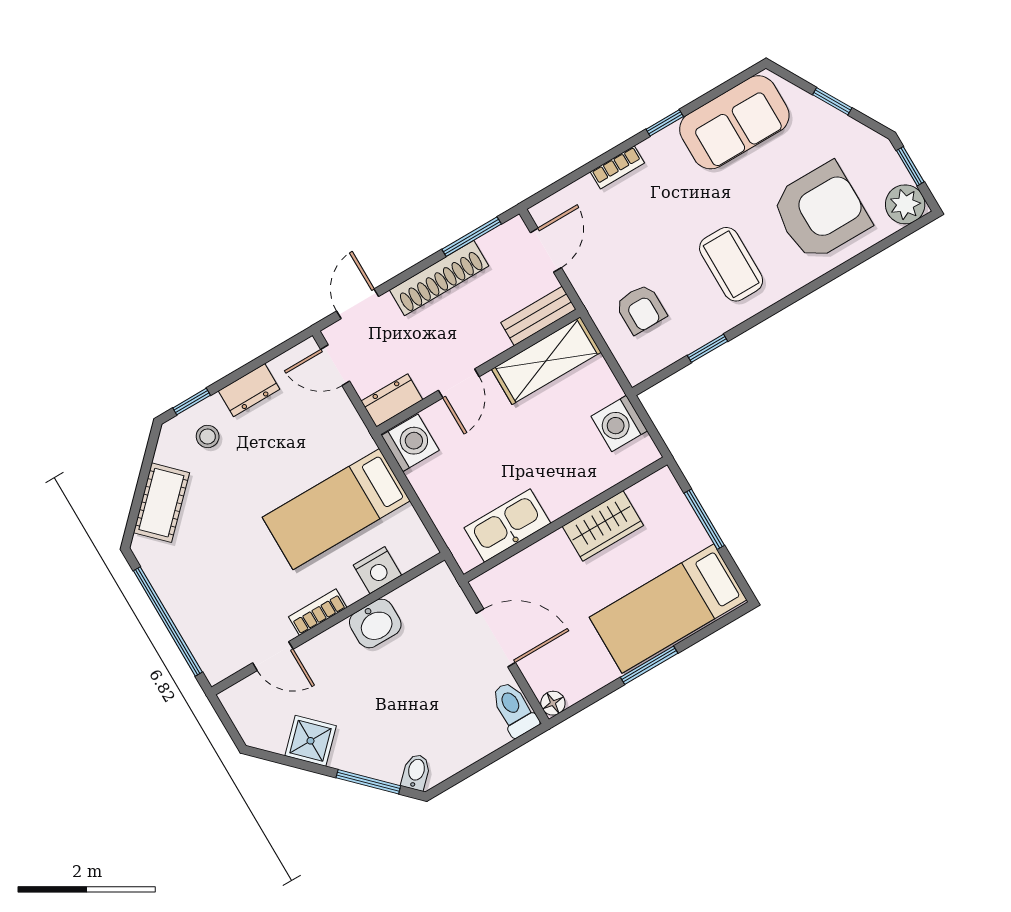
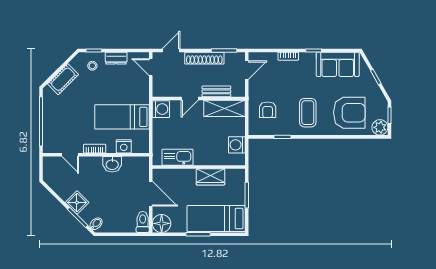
bench: (538, 316) -> (216, 91), moved
dresser: (392, 400) -> (163, 91), removed
floor lamp: (553, 703) -> (162, 223), width x1.89, depth x1.89
shower: (311, 741) -> (77, 202), moved

